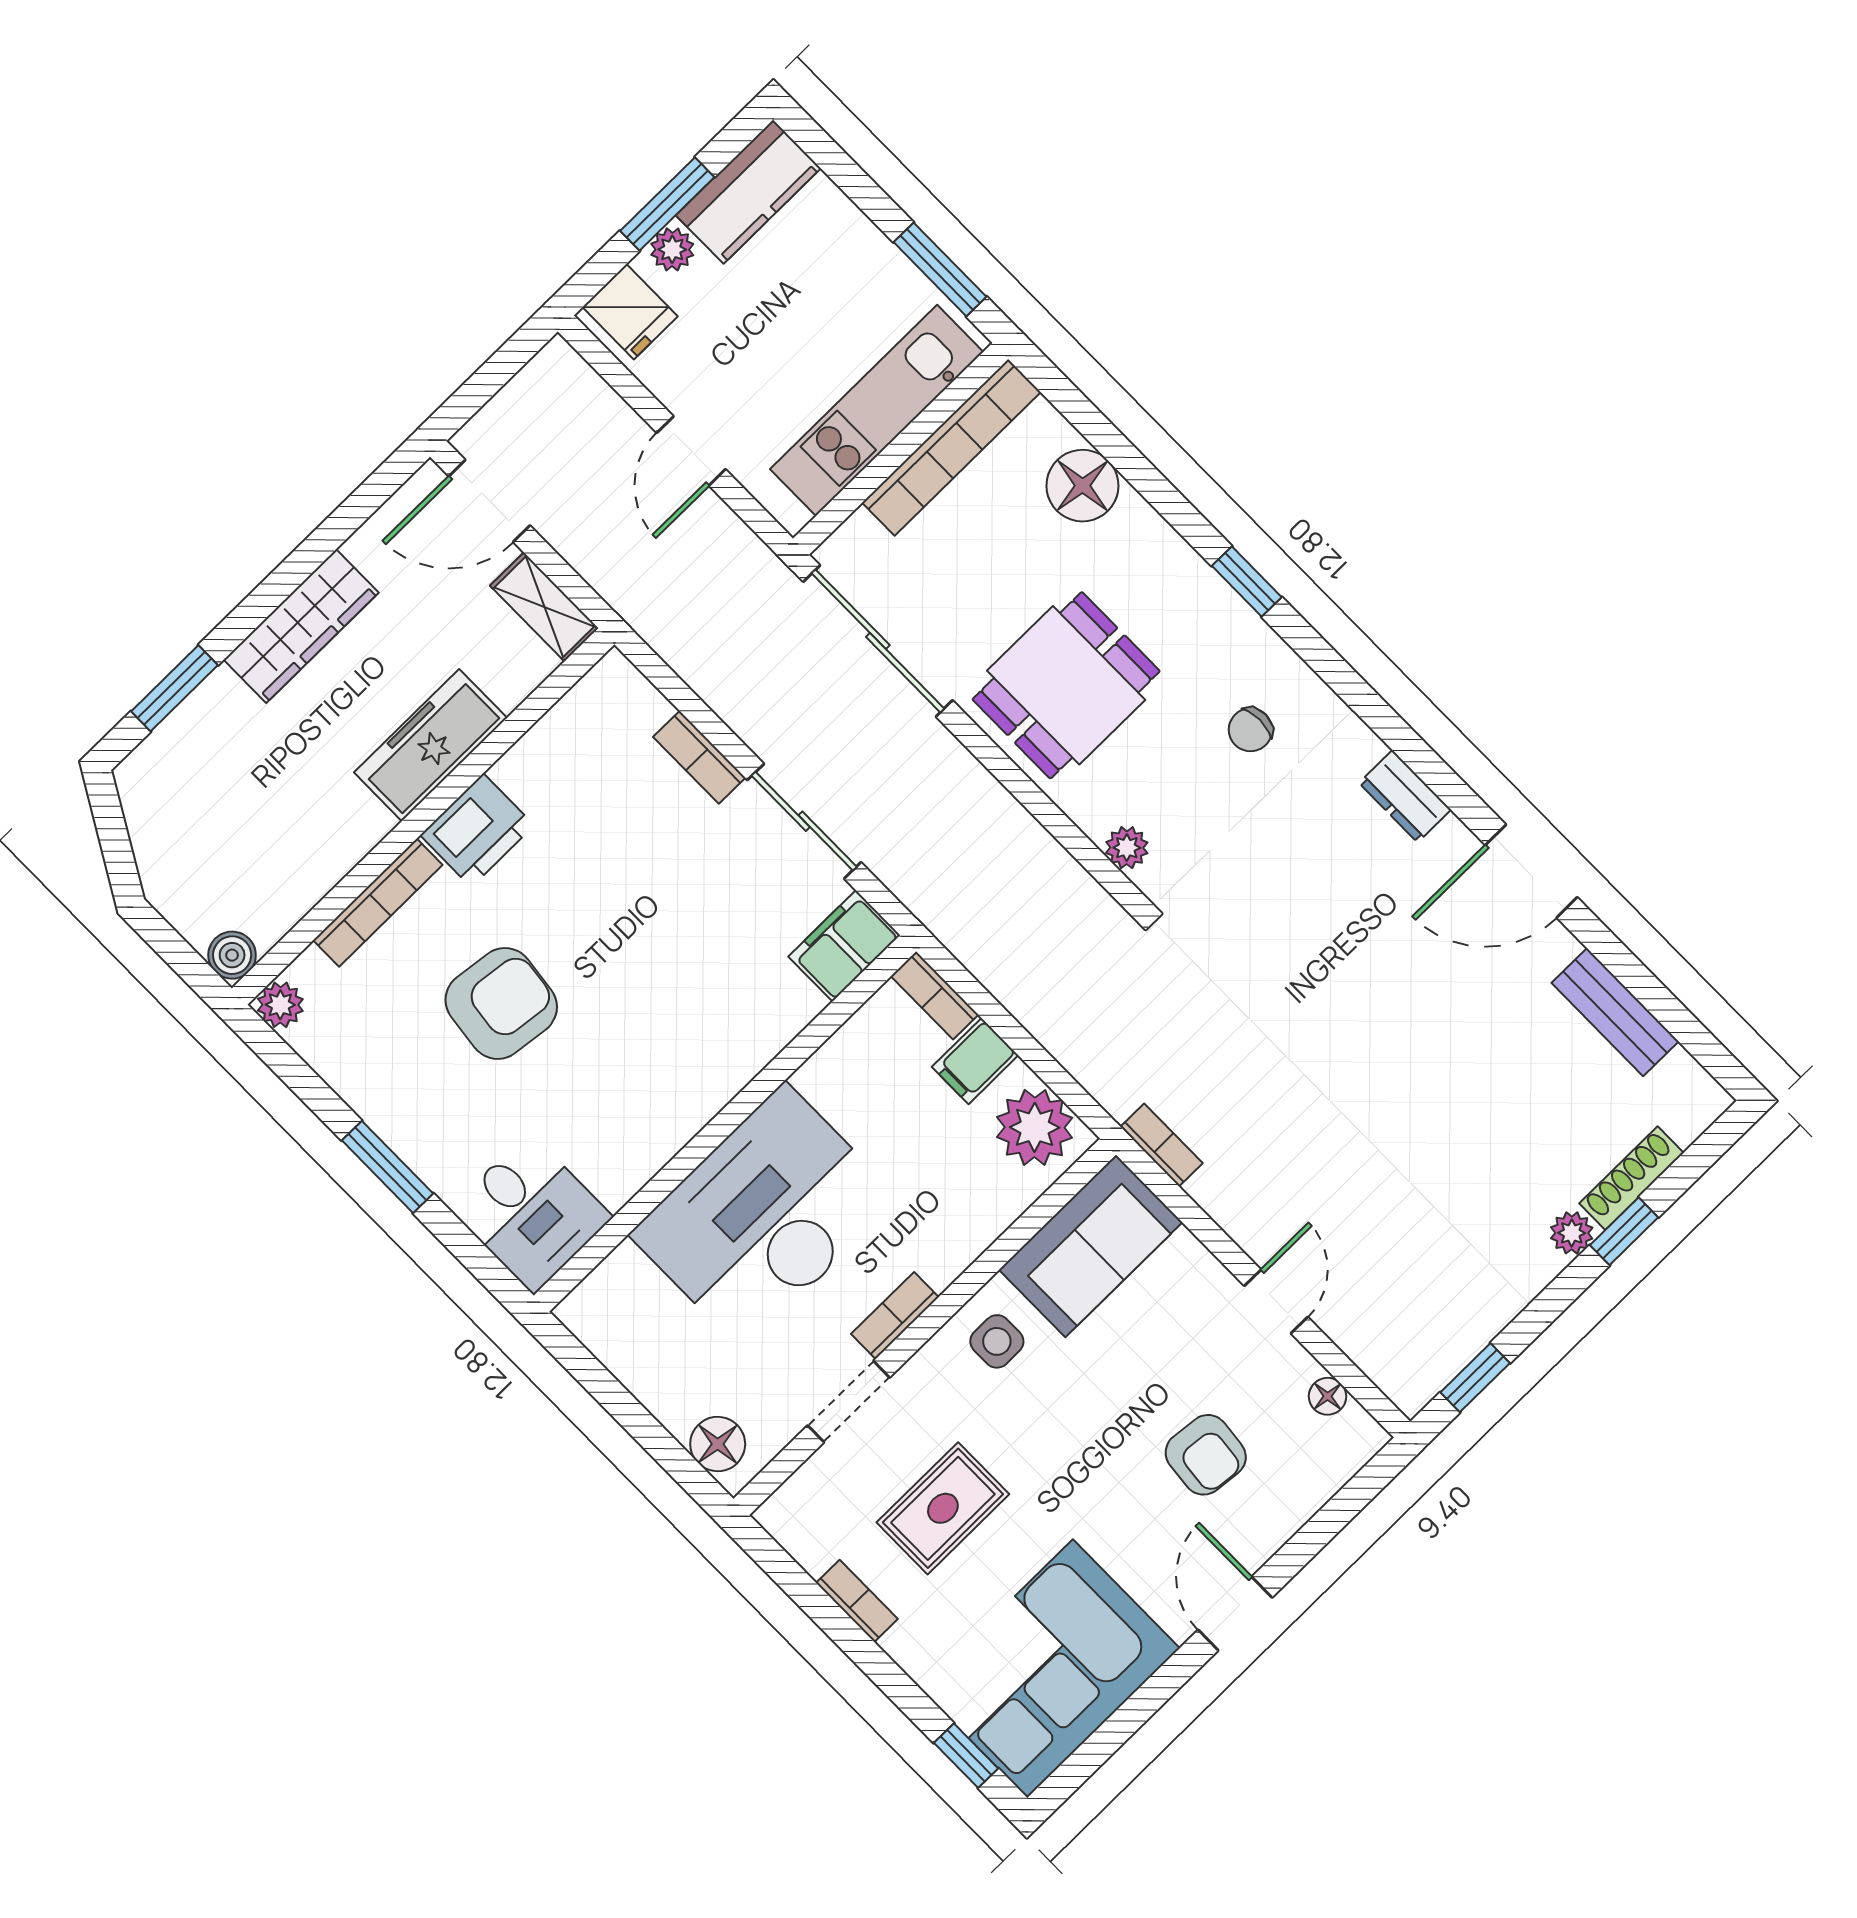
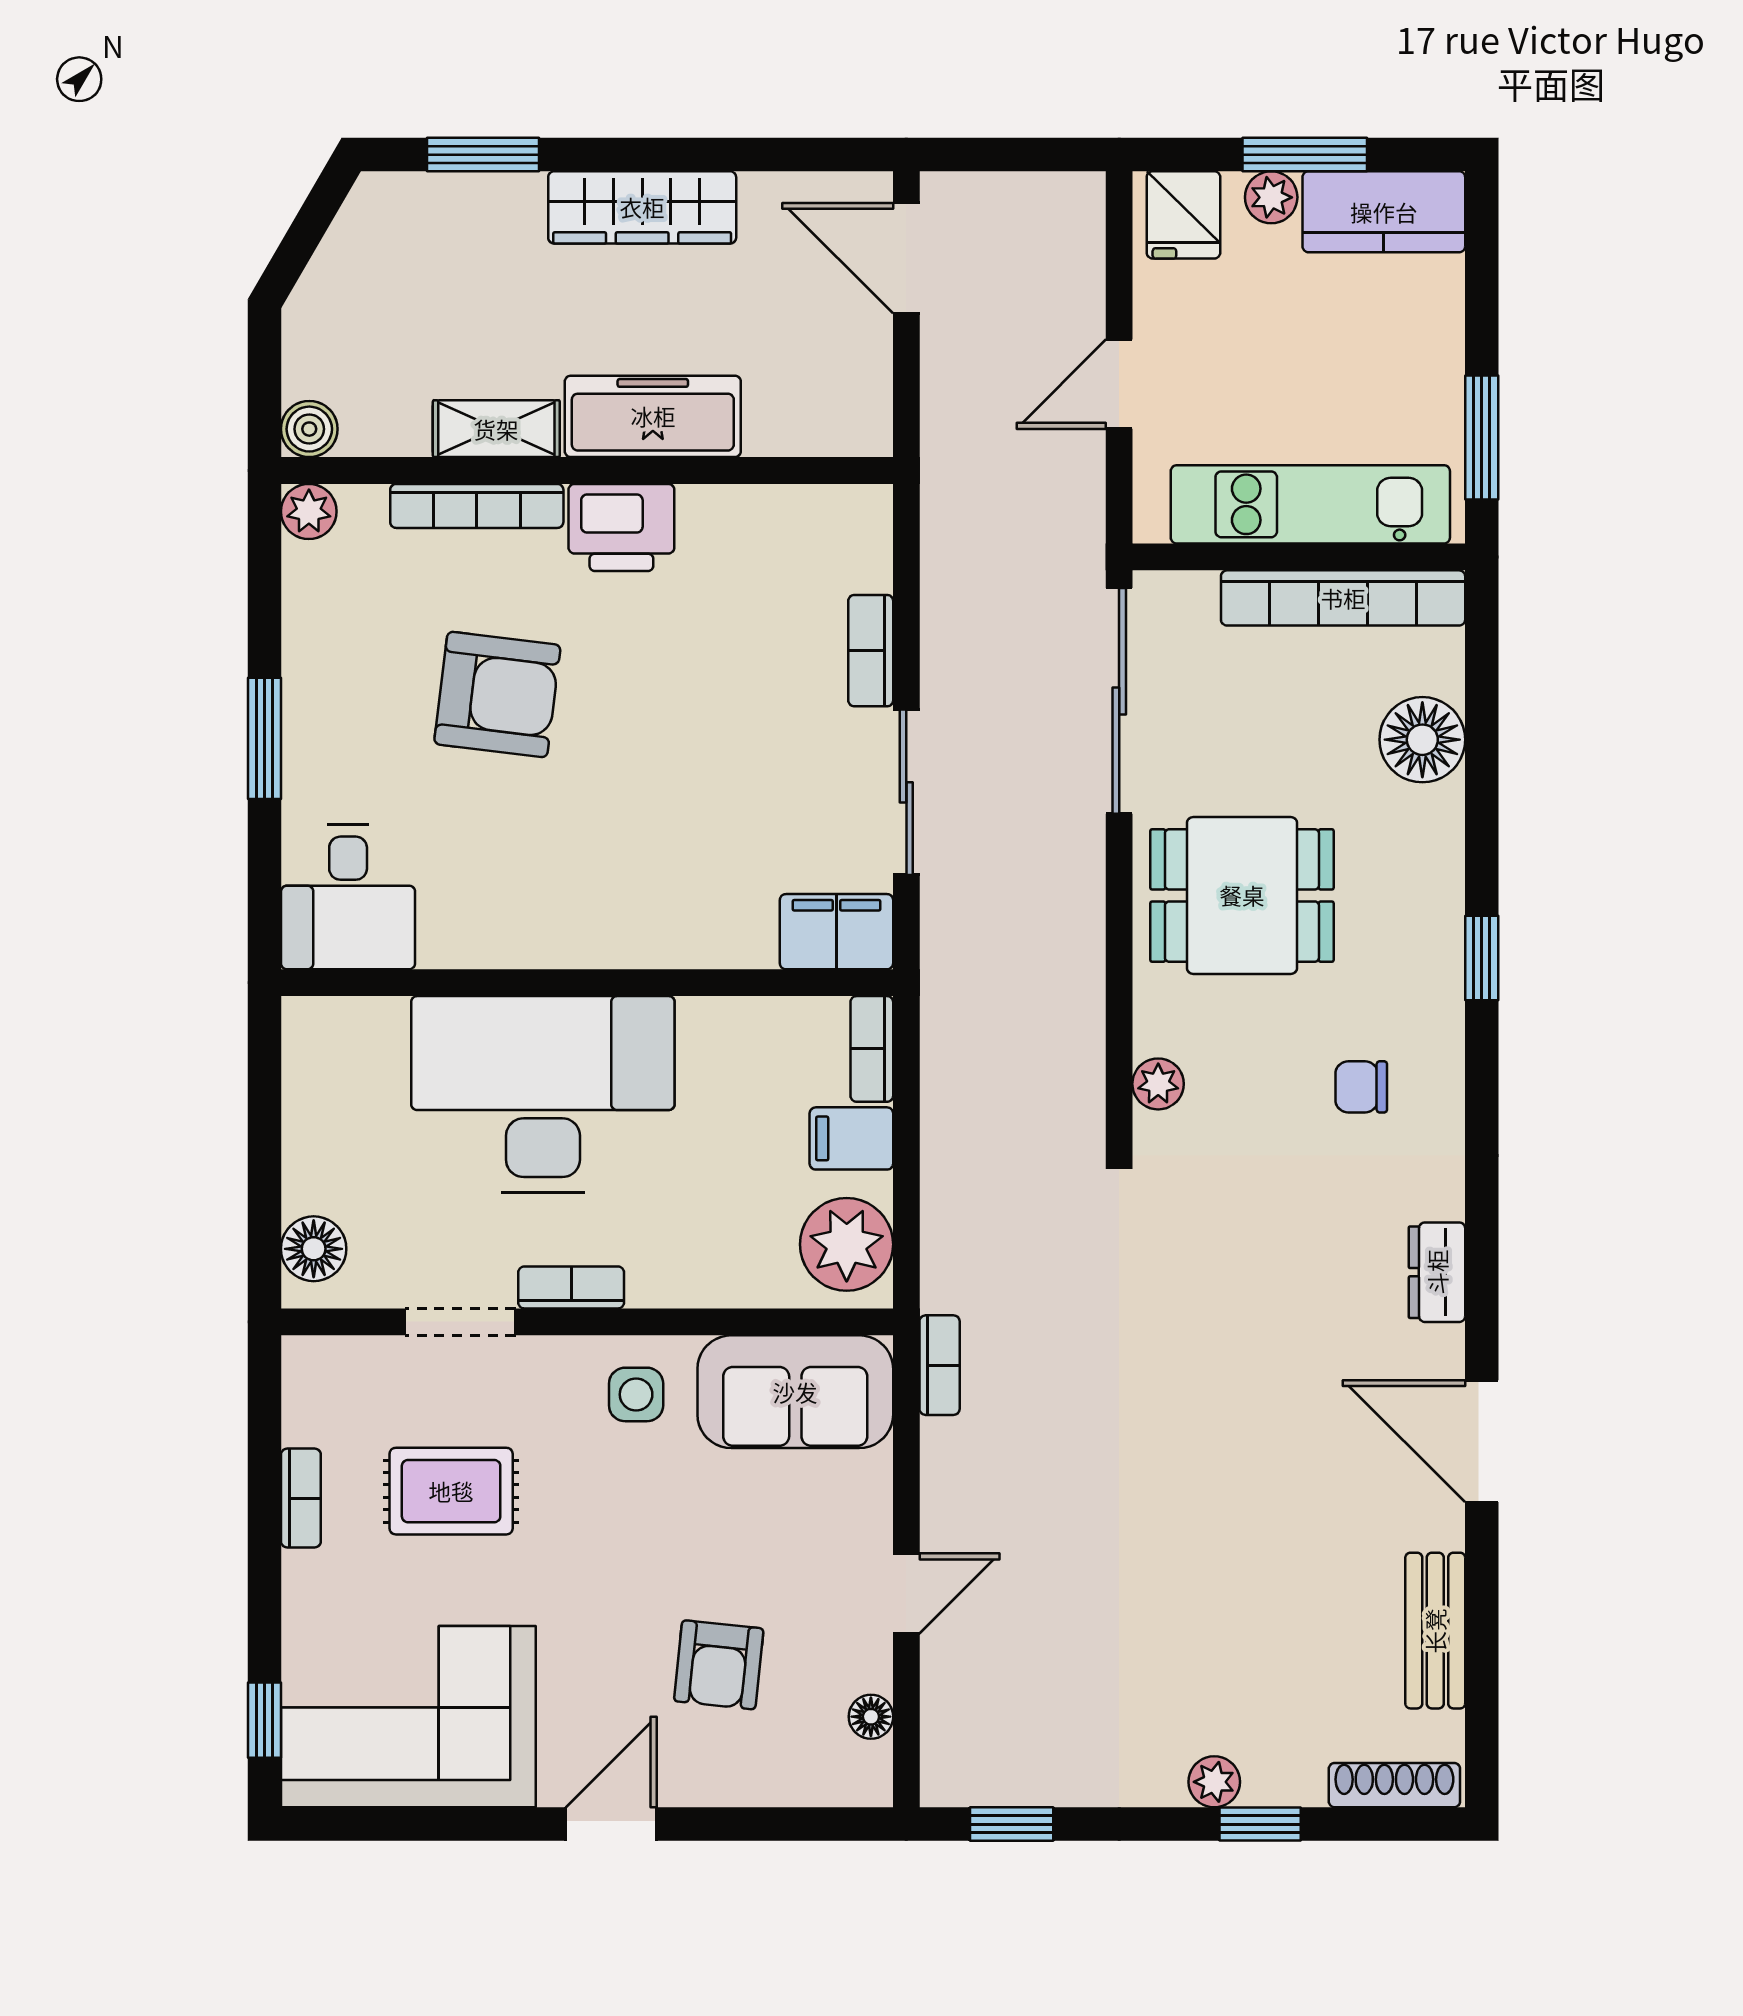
shelving: (544, 607) -> (496, 429), moved, turned 90
shoe rack: (1632, 1178) -> (1394, 1785), moved

